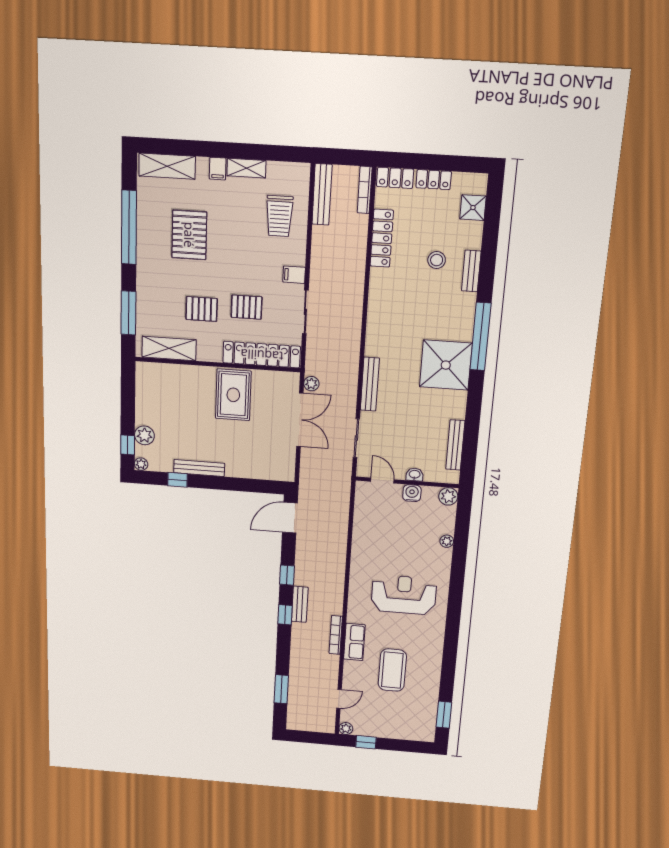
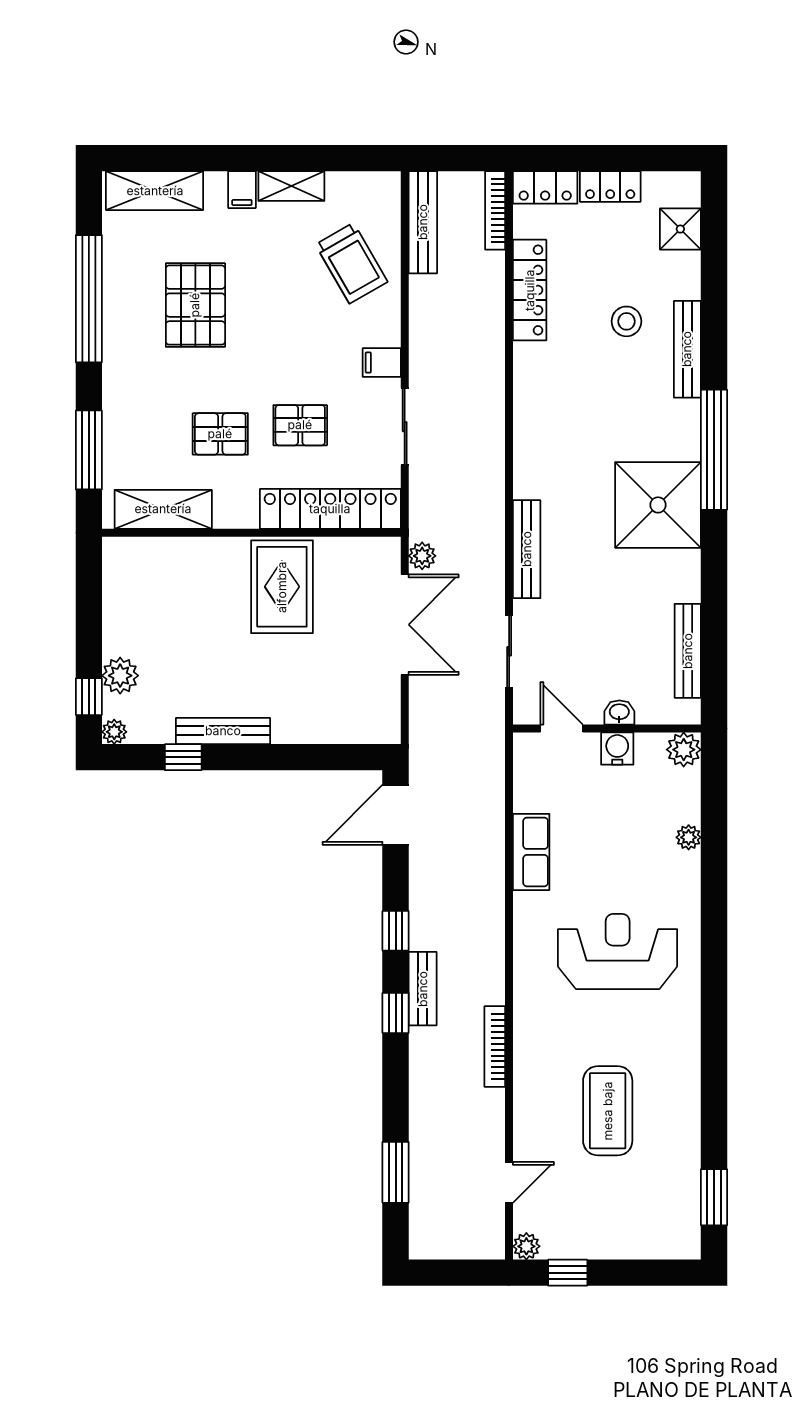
trolley: (279, 216) -> (351, 263), turned -30
bench: (471, 271) -> (687, 349), width x1.36
row of seats: (354, 642) -> (531, 852), moved

